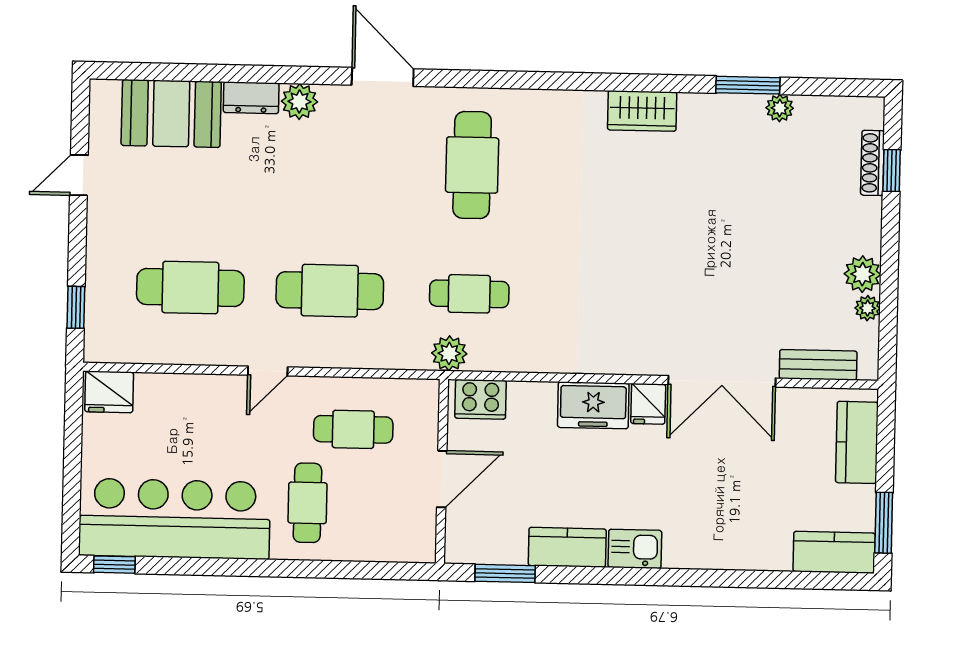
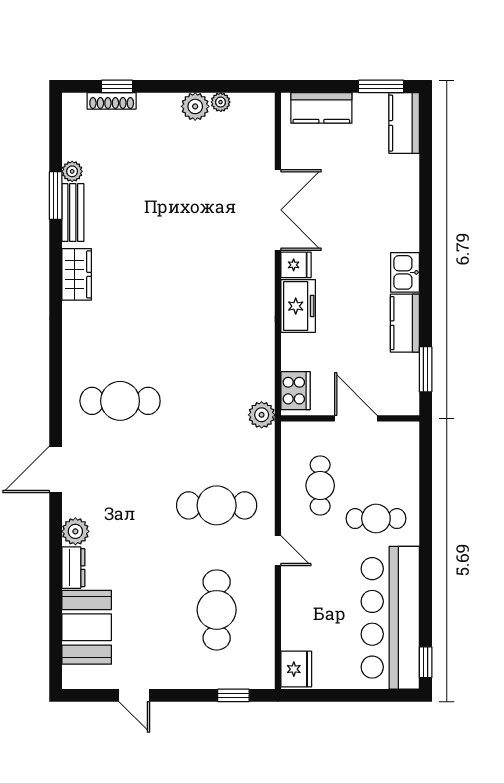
cafe table: (330, 291) -> (217, 505), turned 90
cafe table: (469, 294) -> (217, 401), removed
bench: (818, 365) -> (73, 213), moved

